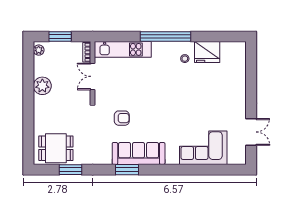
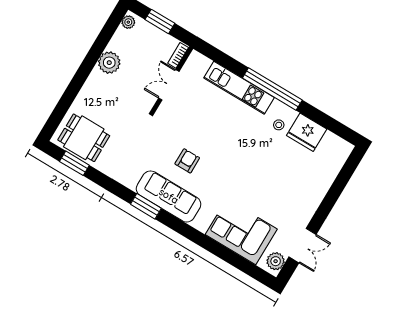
kitchen unit: (123, 49) -> (239, 88), moved
armchair: (122, 118) -> (187, 161), moved, turned -90
plant: (239, 154) -> (276, 261), added
window: (70, 170) -> (74, 163), moved

